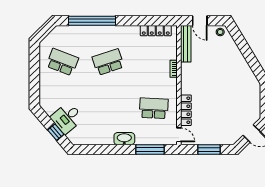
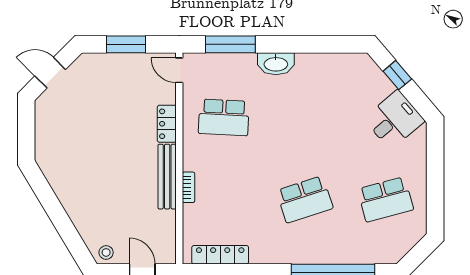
bench: (186, 44) -> (167, 177), moved
school desk: (62, 62) -> (386, 199), turned -36
locker: (186, 110) -> (167, 124), width x0.66
desk: (67, 118) -> (394, 120), moved

